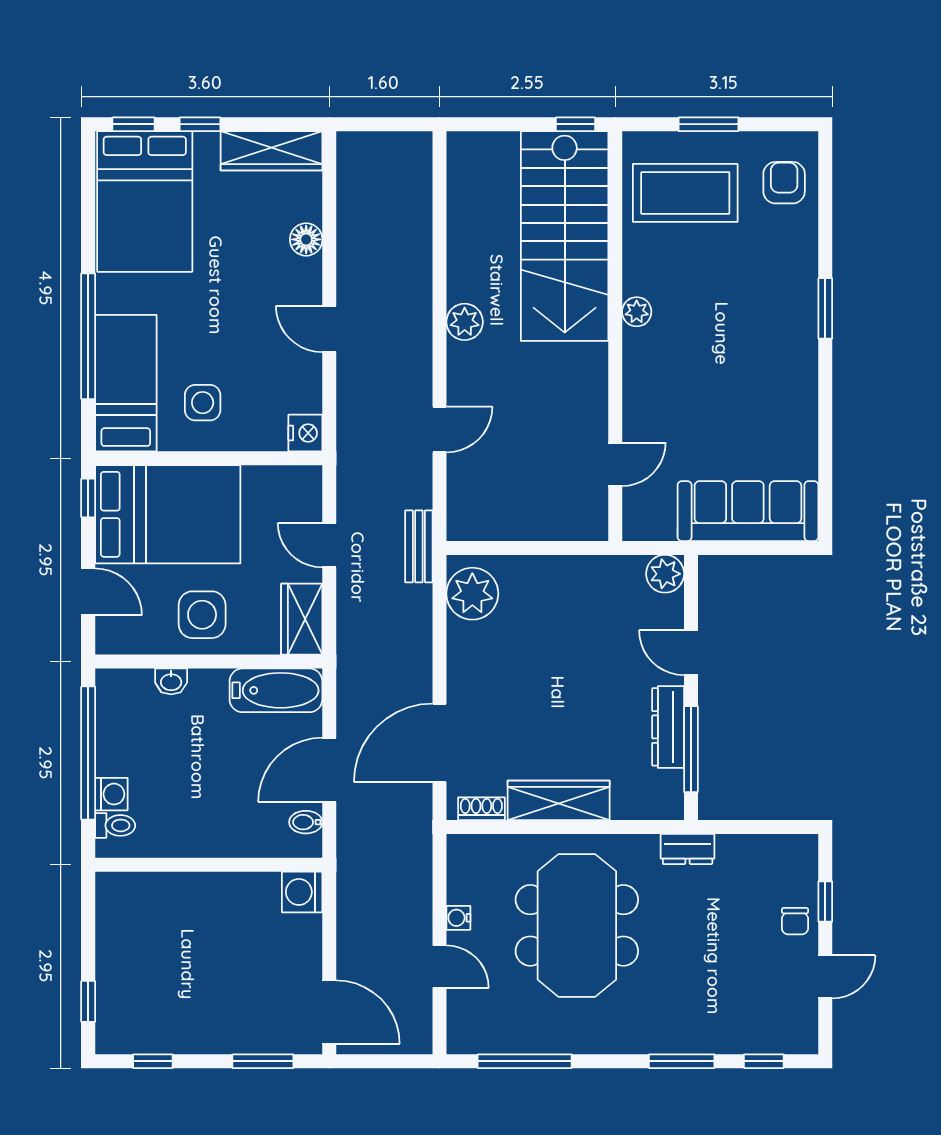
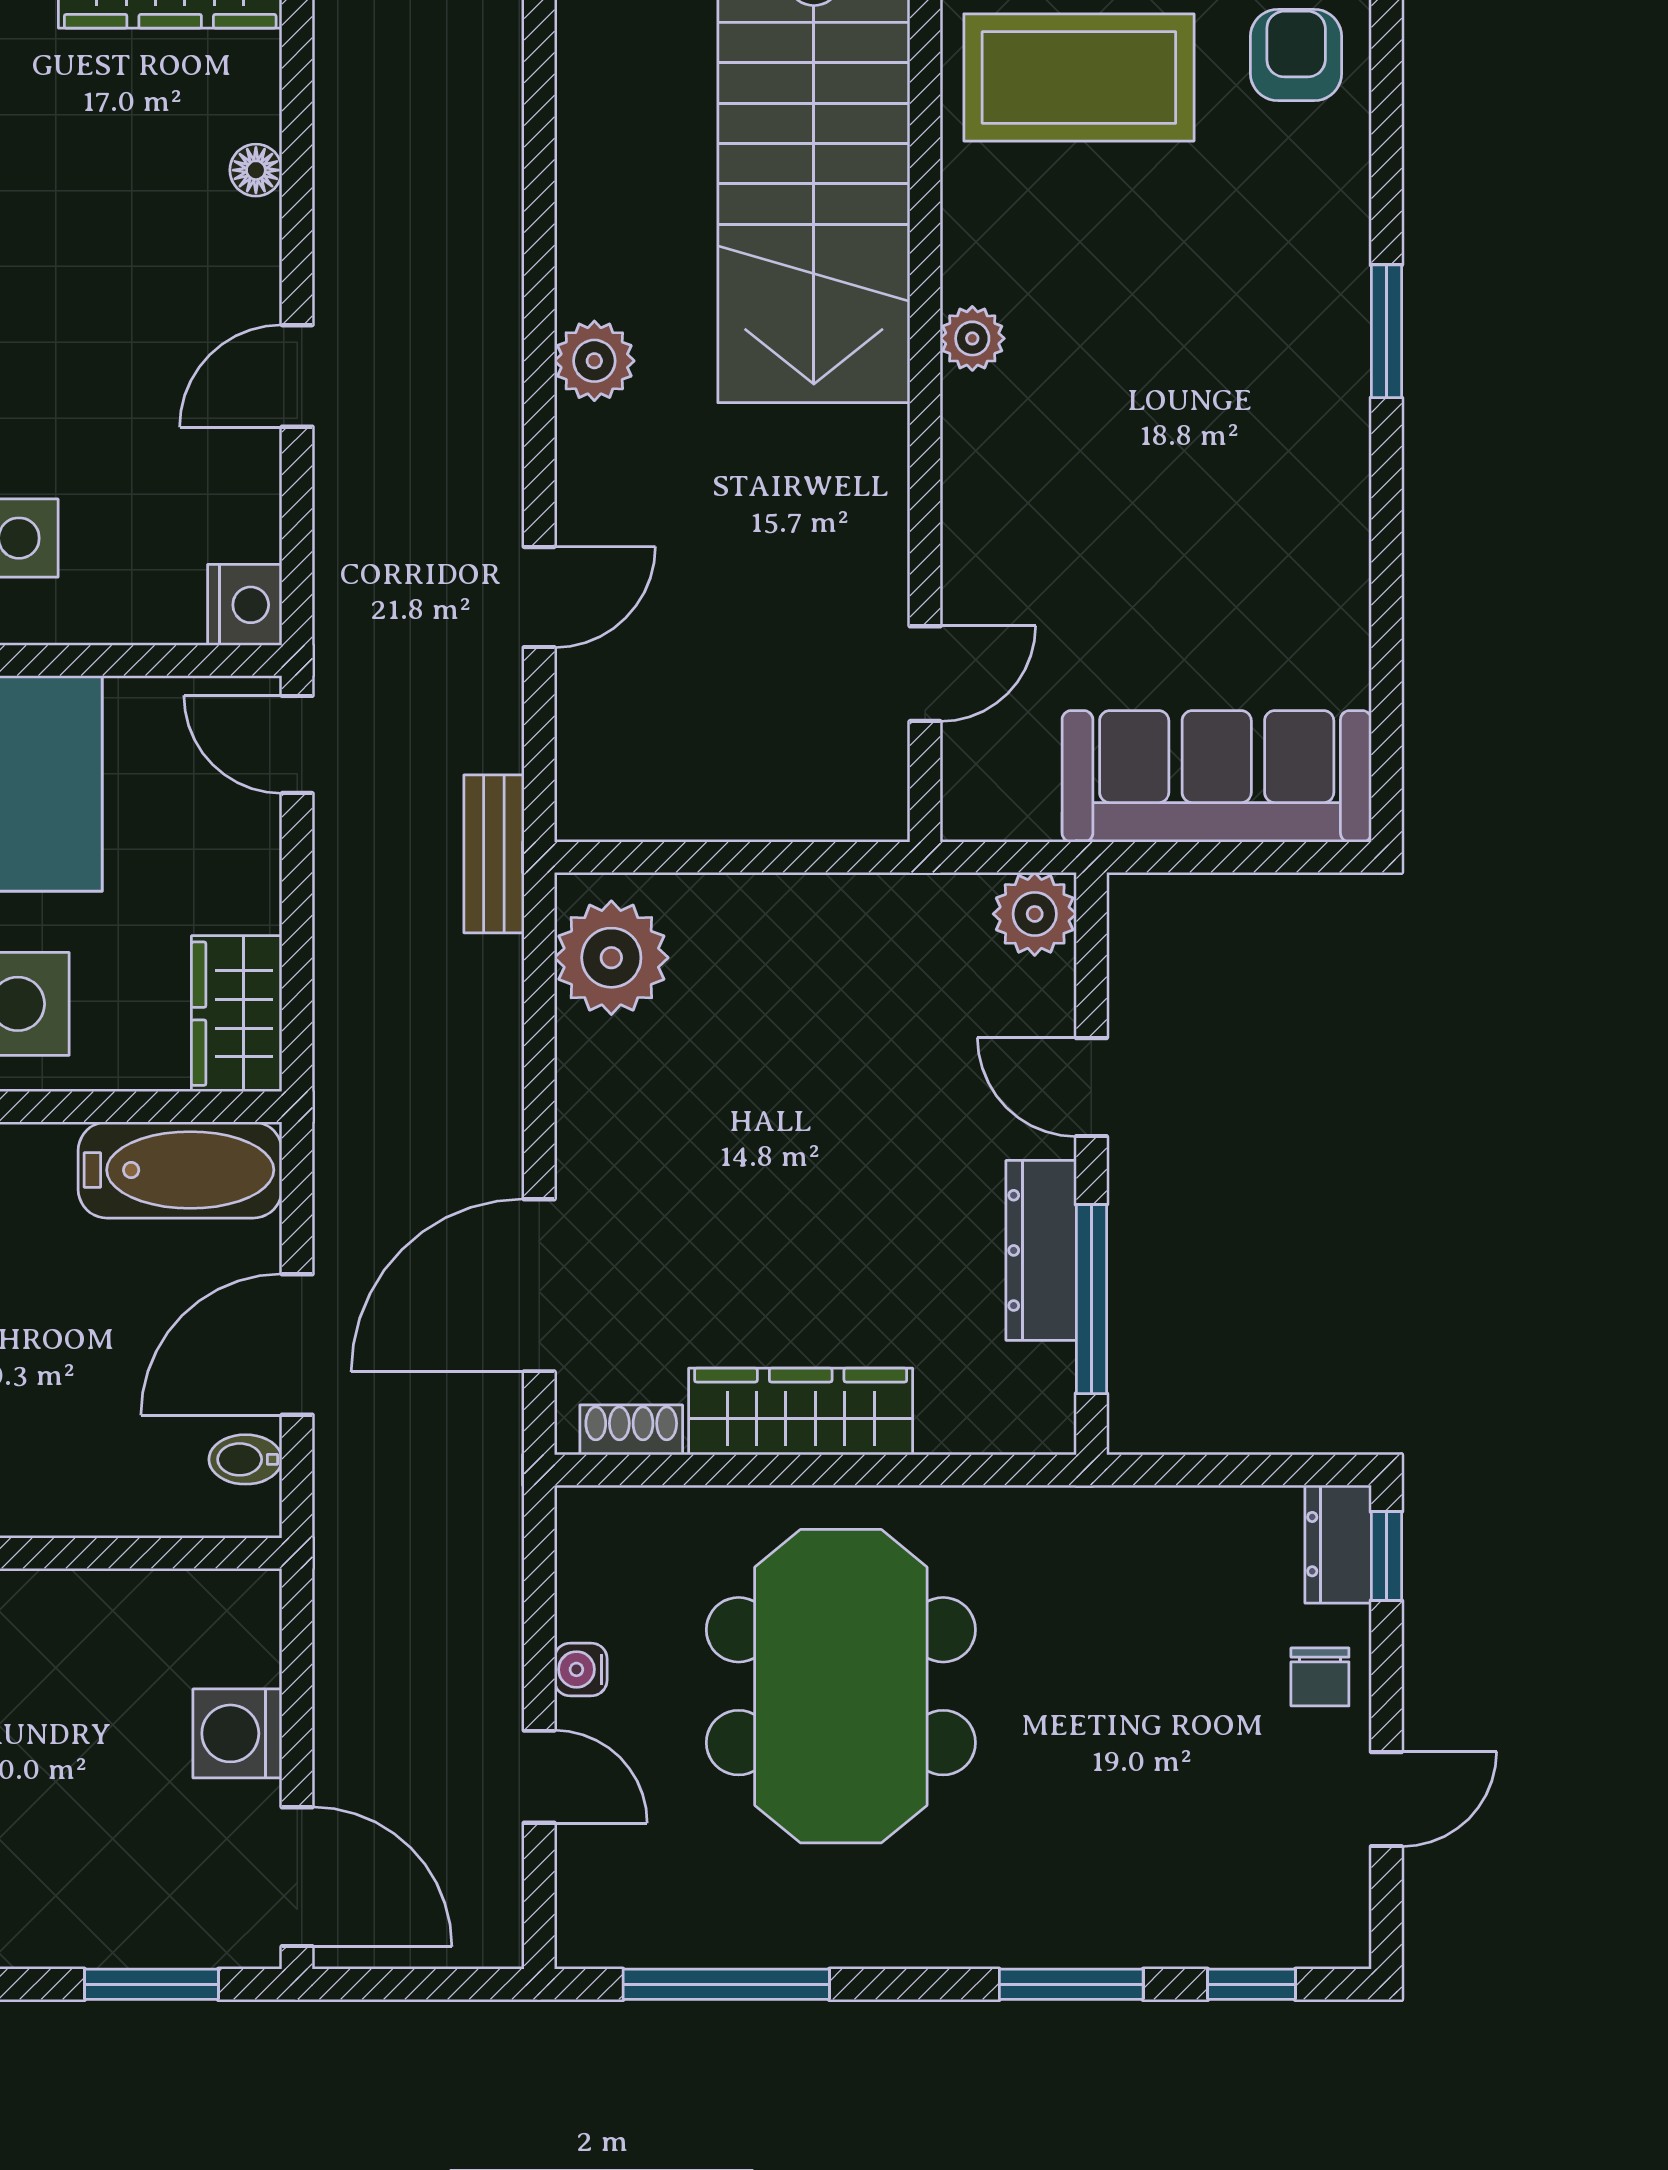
floor lamp: (306, 239) -> (256, 170), width x0.73, depth x0.73
door: (329, 329) -> (297, 376), hinge flipped
door: (329, 545) -> (297, 744), moved
dresser: (688, 849) -> (1338, 1544), moved, turned 90
washing machine: (302, 892) -> (237, 1733), moved
window: (825, 901) -> (1386, 1556), moved

